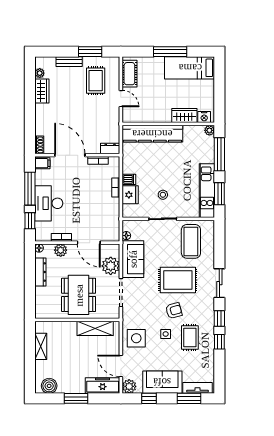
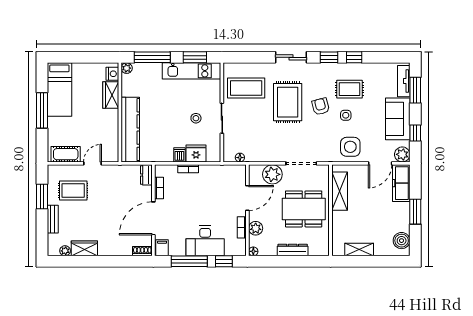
sofa: (133, 259) -> (265, 151), removed
dresser: (40, 272) -> (293, 250), moved

